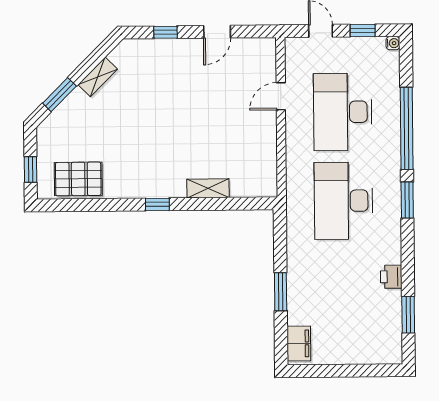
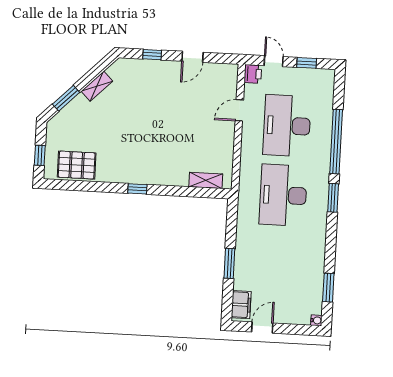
water cooler: (393, 43) -> (316, 320), moved
shelving: (208, 188) -> (206, 180), moved
printer: (391, 277) -> (253, 74), moved, turned 180
door: (327, 371) -> (262, 328), added

